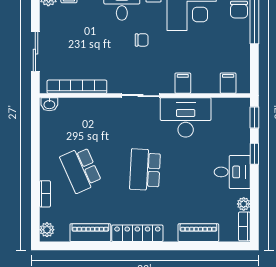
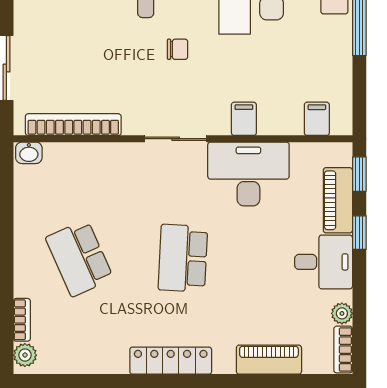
bookcase: (45, 194) -> (22, 320), moved
piano: (90, 233) -> (338, 200), moved, turned -90

